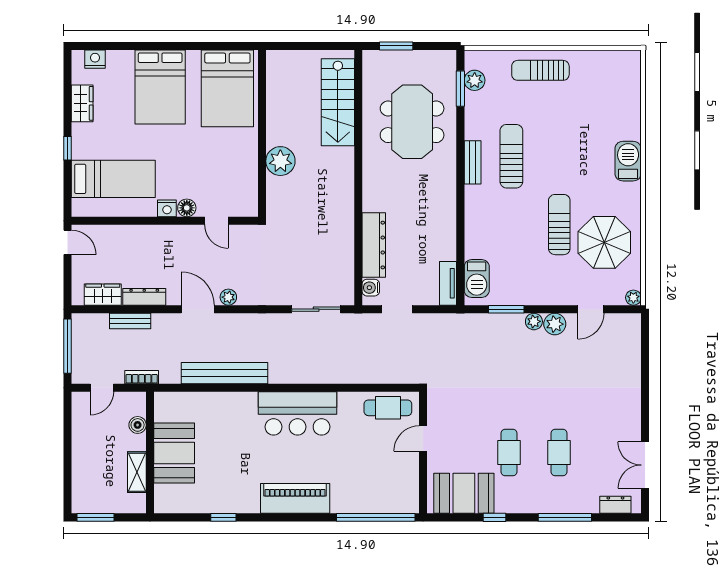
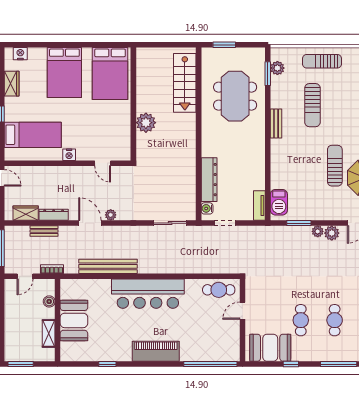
sun lounger: (511, 156) -> (312, 105), moved, turned 180
floor lamp: (187, 208) -> (82, 154), removed
bar counter: (298, 413) -> (148, 294), width x1.36

